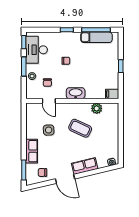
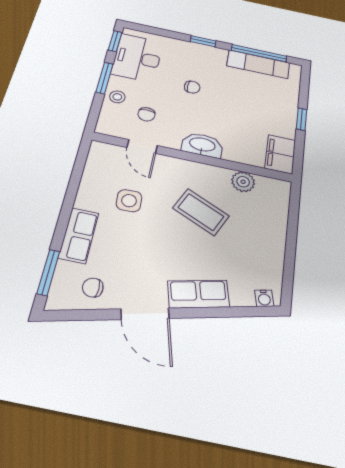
filing cabinet: (112, 94) -> (280, 154), width x2.00

